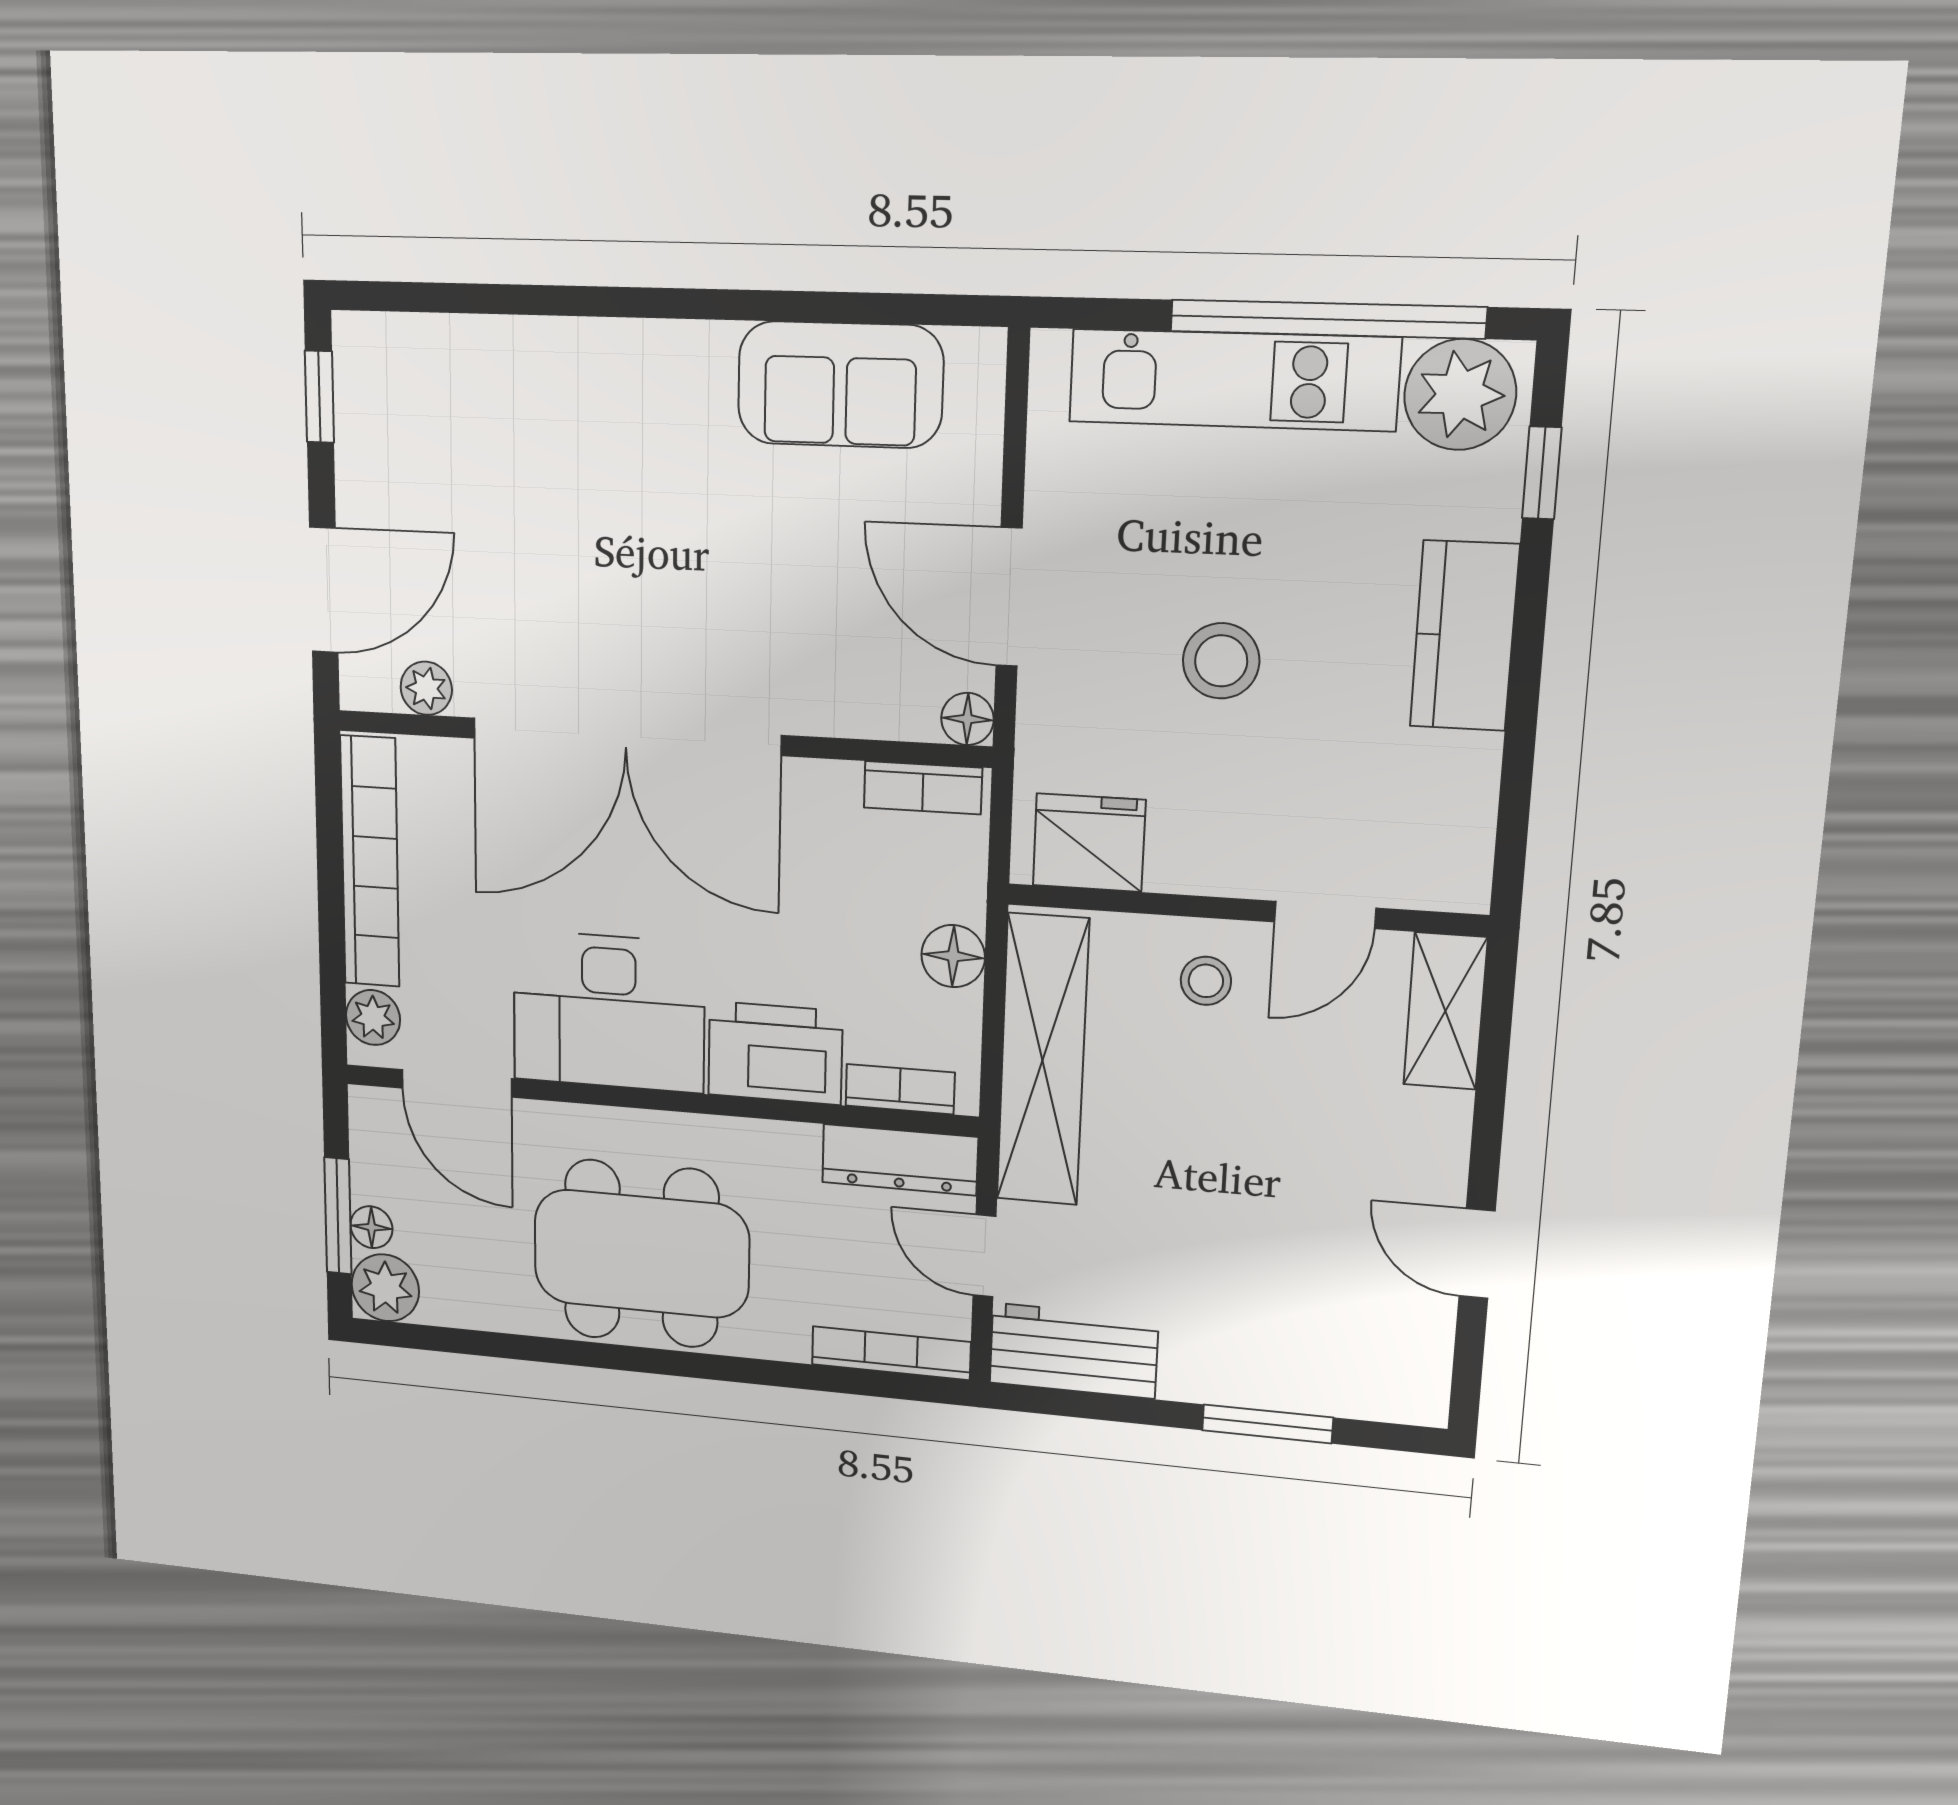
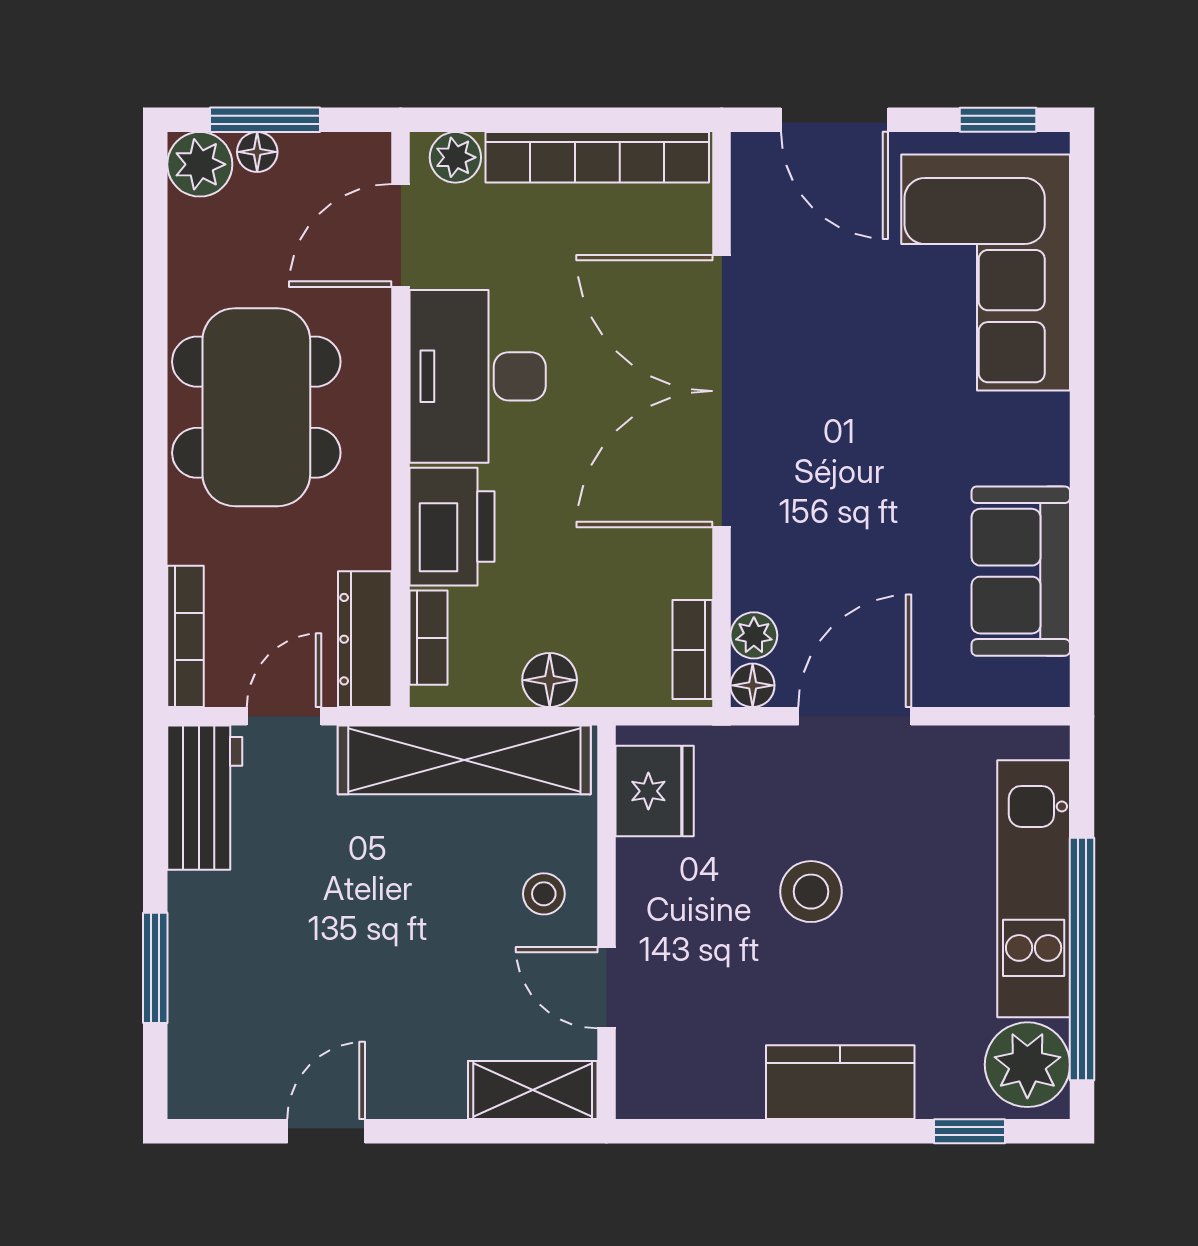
corner sofa: (491, 417) -> (986, 272), added
plant: (426, 688) -> (754, 635), moved

